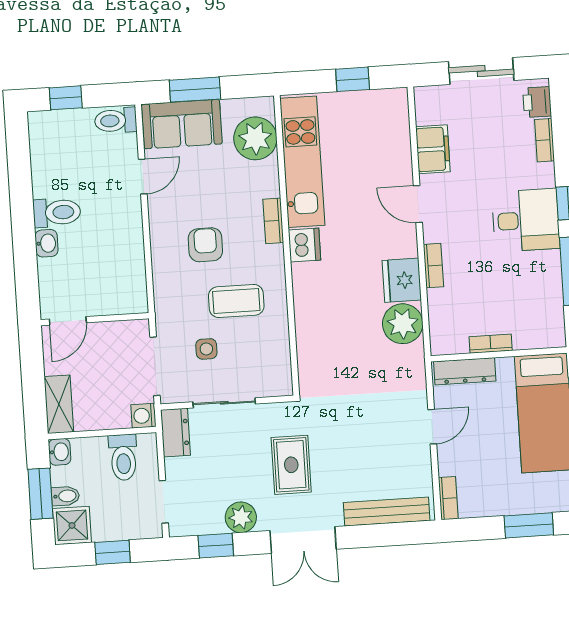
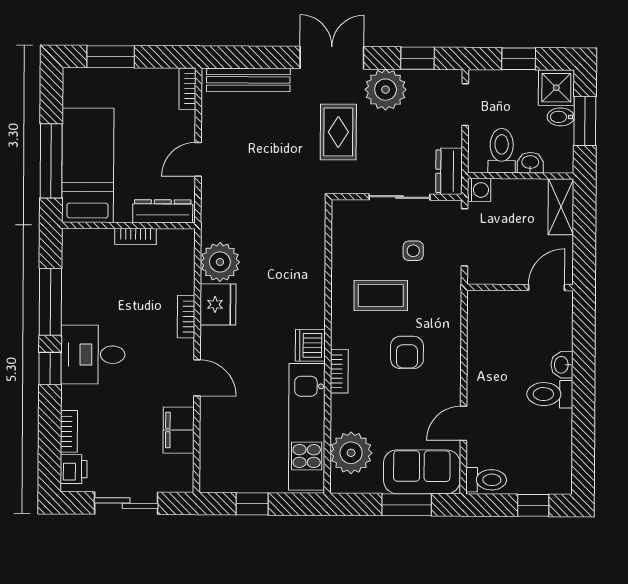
washbasin: (60, 452) -> (530, 163), moved, turned 90
plant: (241, 517) -> (386, 90), width x1.36, depth x1.36

